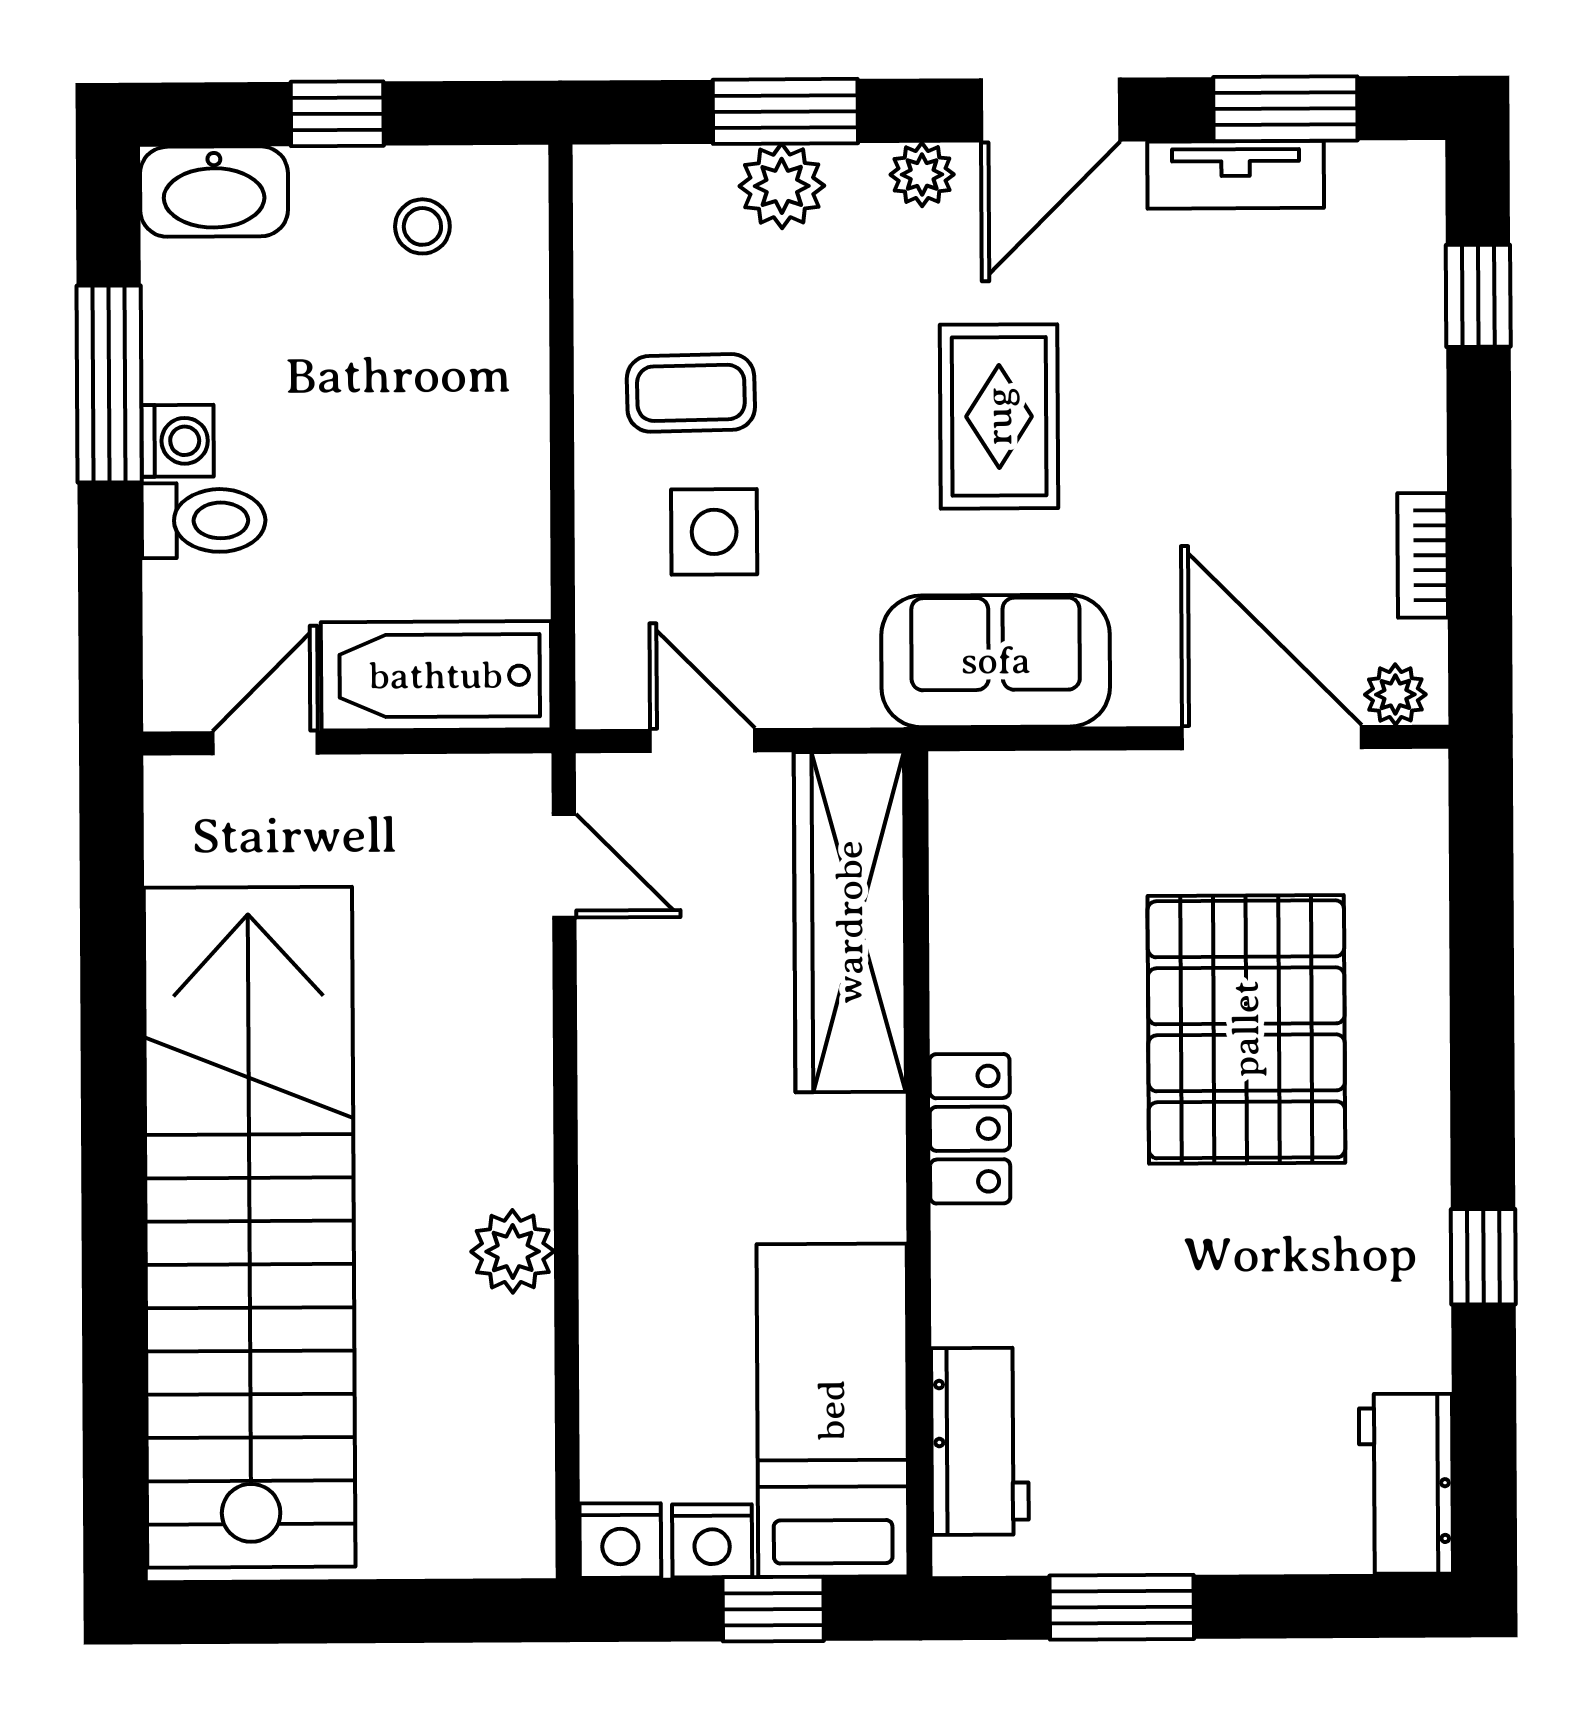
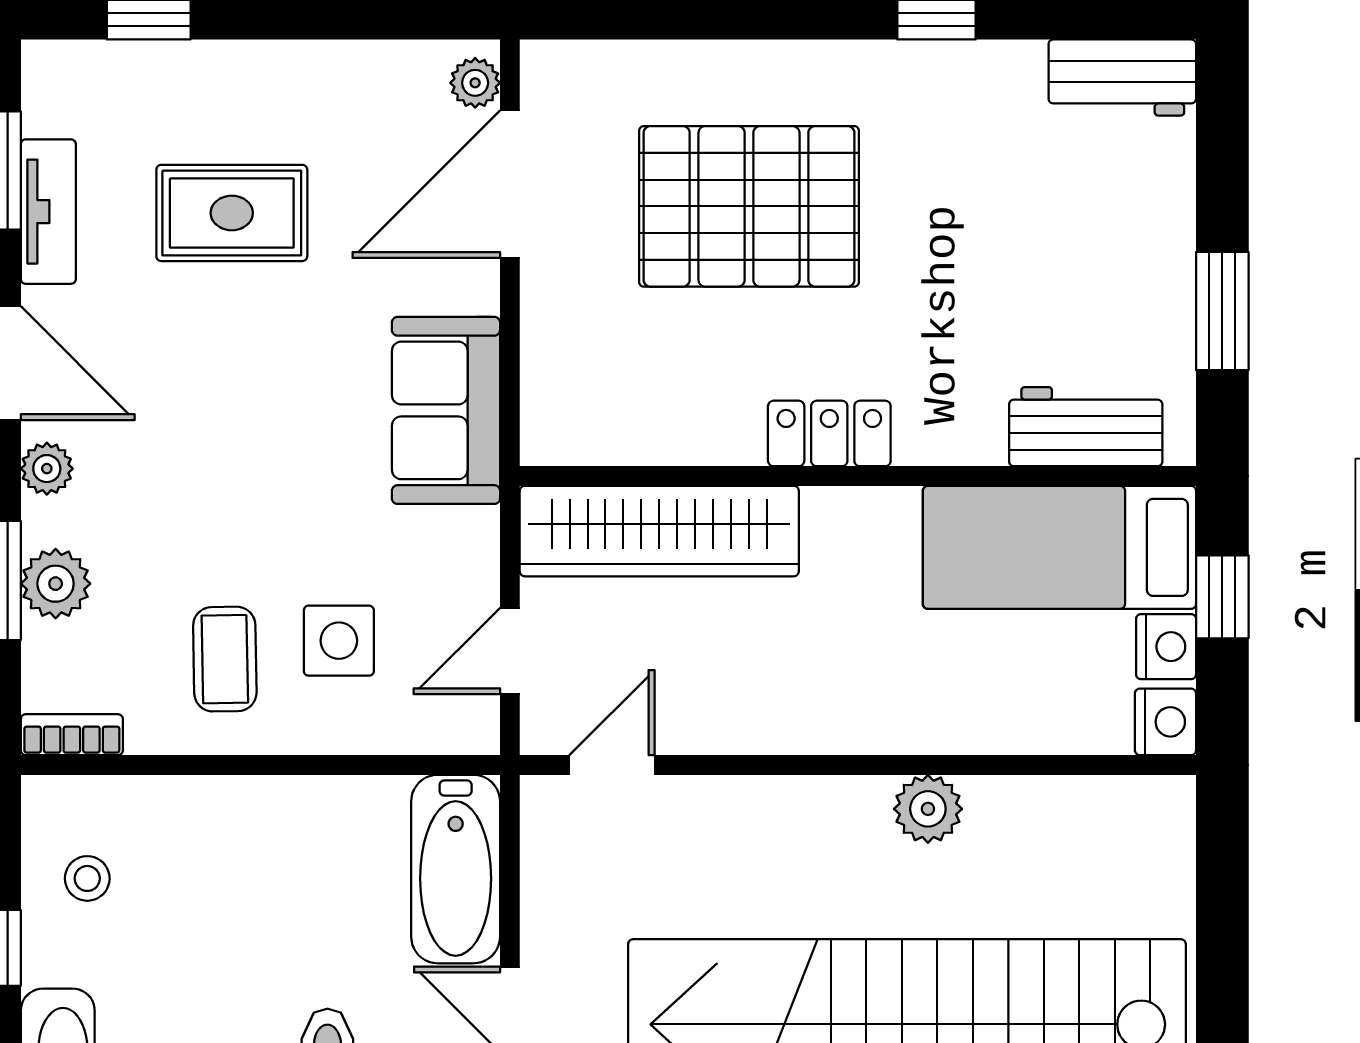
rug: (999, 416) -> (232, 213), moved
bookcase: (1423, 555) -> (72, 735), moved, turned 180

